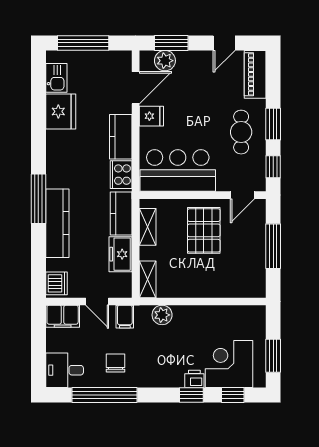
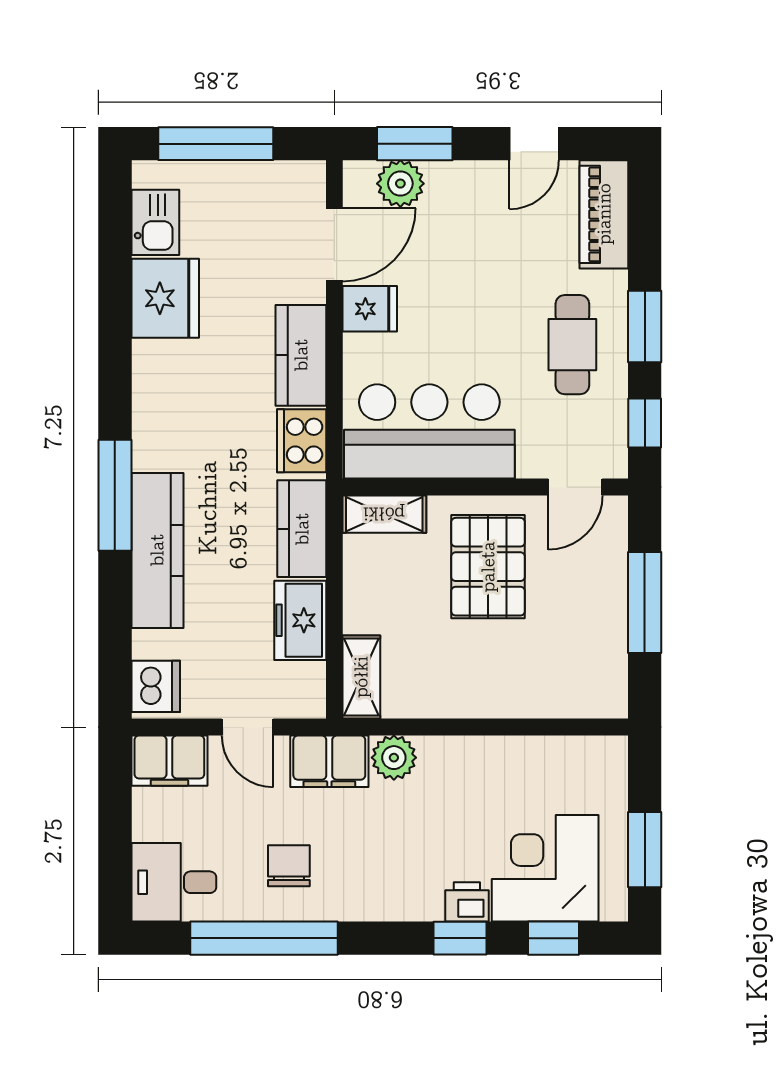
shelving: (148, 227) -> (384, 514), moved, turned 90
filing cabinet: (125, 317) -> (329, 761), width x2.00

